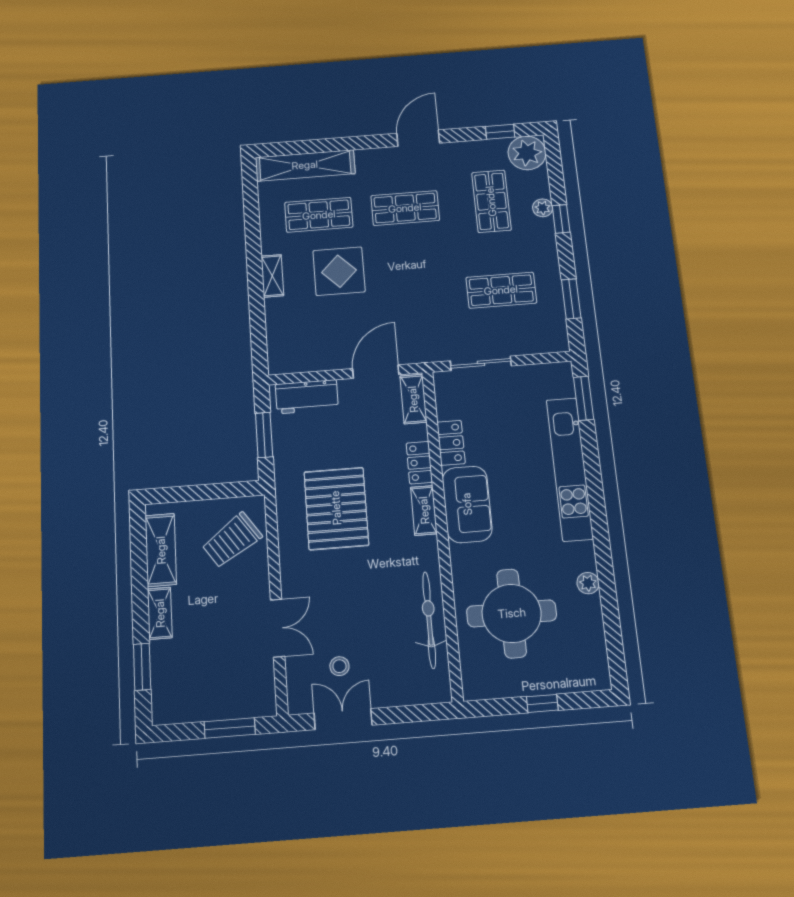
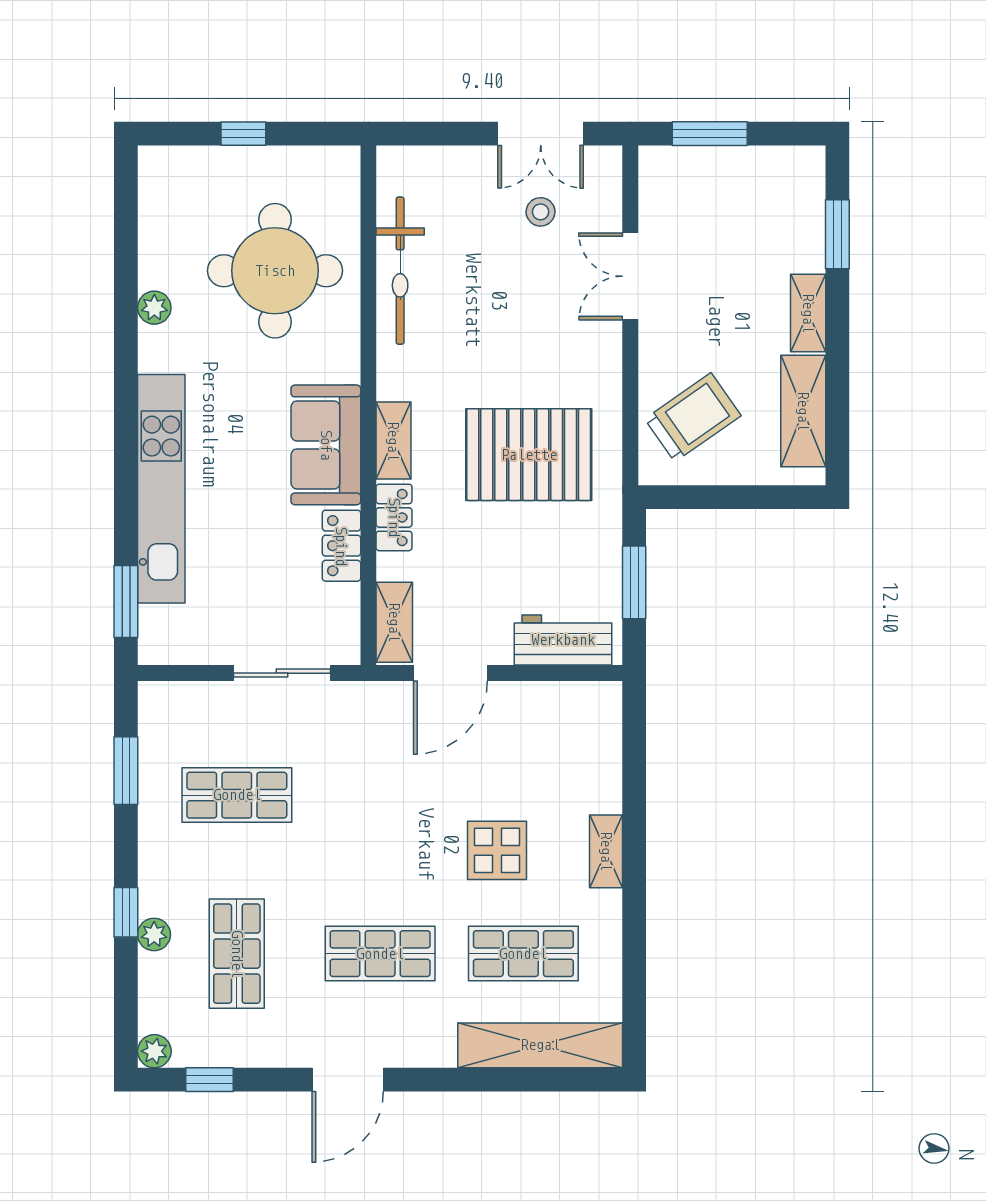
plant: (527, 153) -> (154, 1051), width x0.53, depth x0.53
display table: (339, 271) -> (497, 850), width x0.73, depth x0.73
pallet: (336, 508) -> (529, 455), turned 90

